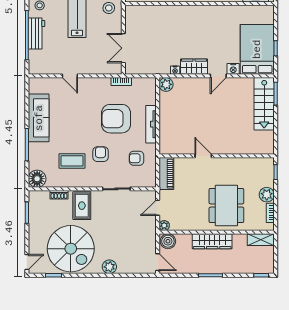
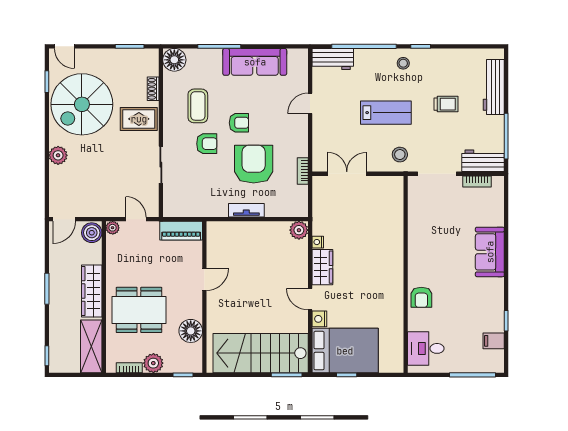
workbench: (36, 34) -> (333, 59), moved
stairs: (264, 104) -> (261, 353), width x1.36, depth x1.51
tv unit: (151, 124) -> (246, 210), width x0.71
armchair: (136, 158) -> (239, 123), moved, turned 90
floor lamp: (242, 166) -> (191, 331), added
shelving: (261, 240) -> (91, 346), width x1.50, depth x1.33

